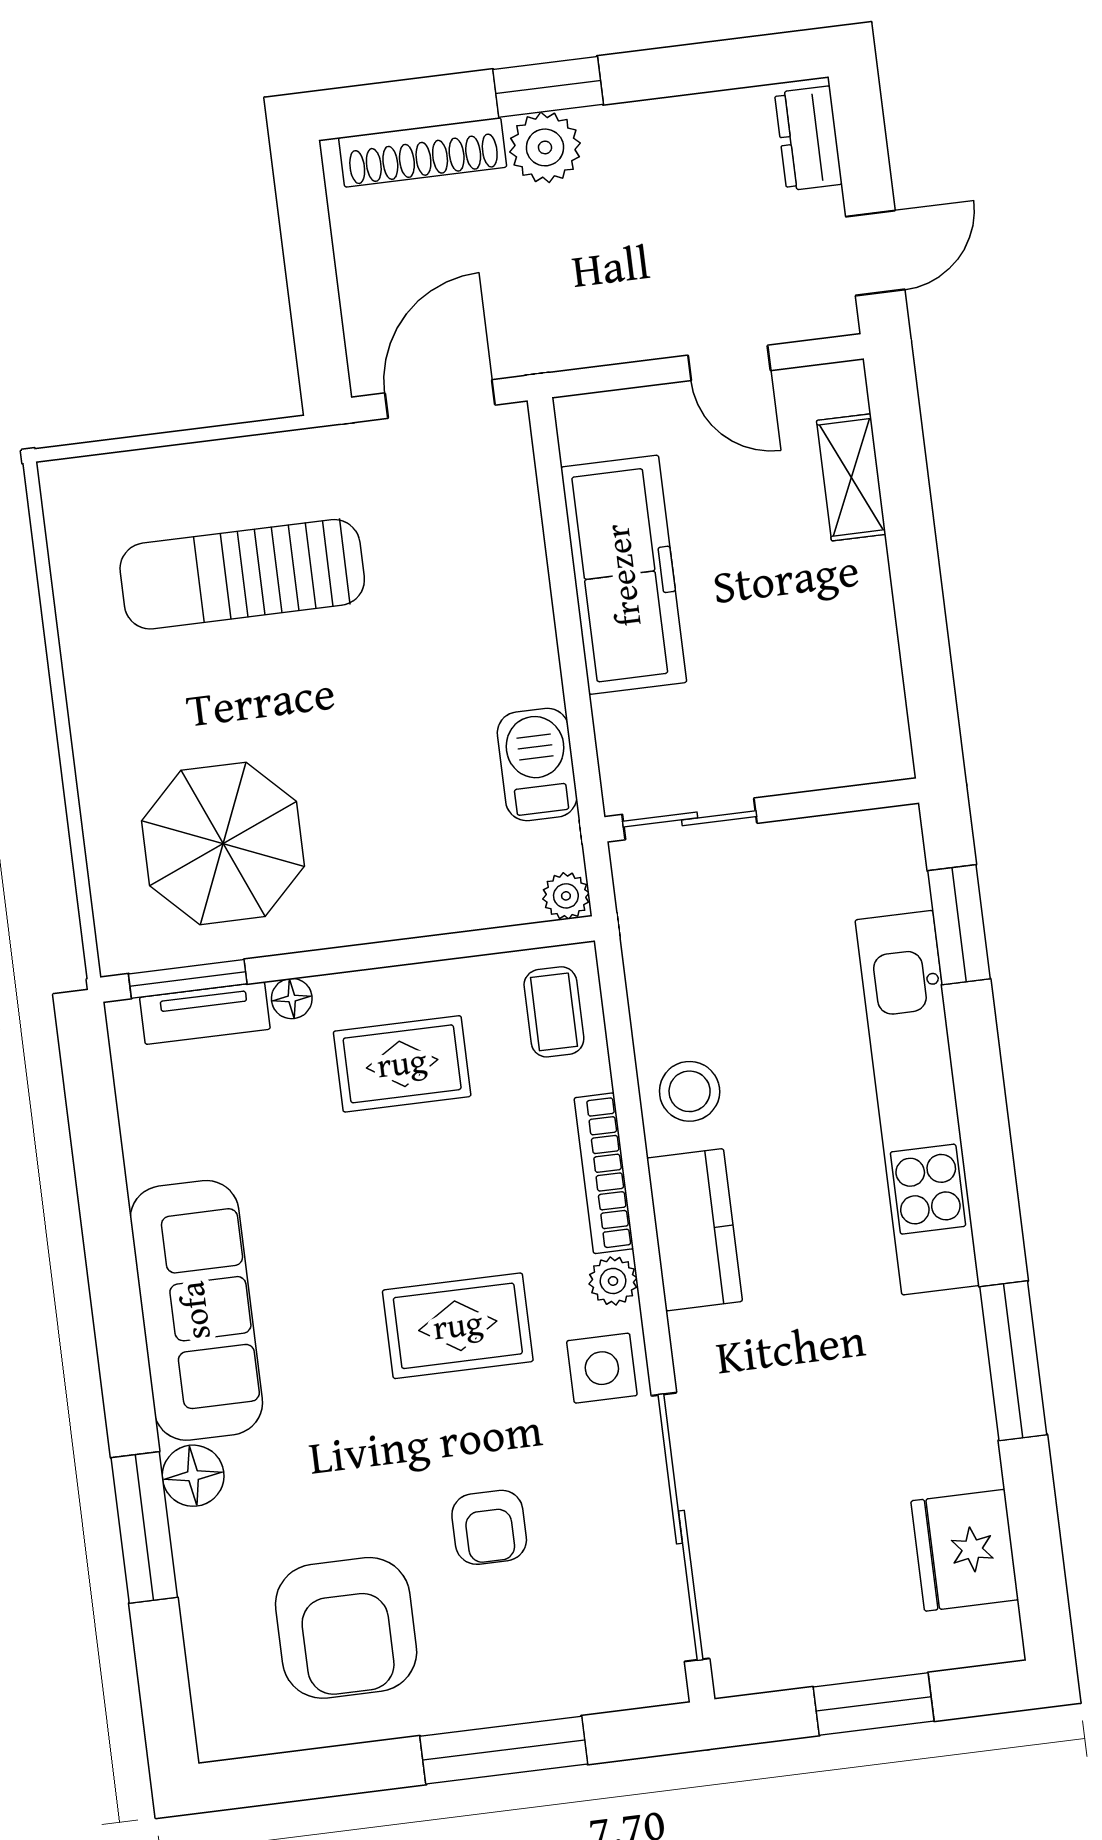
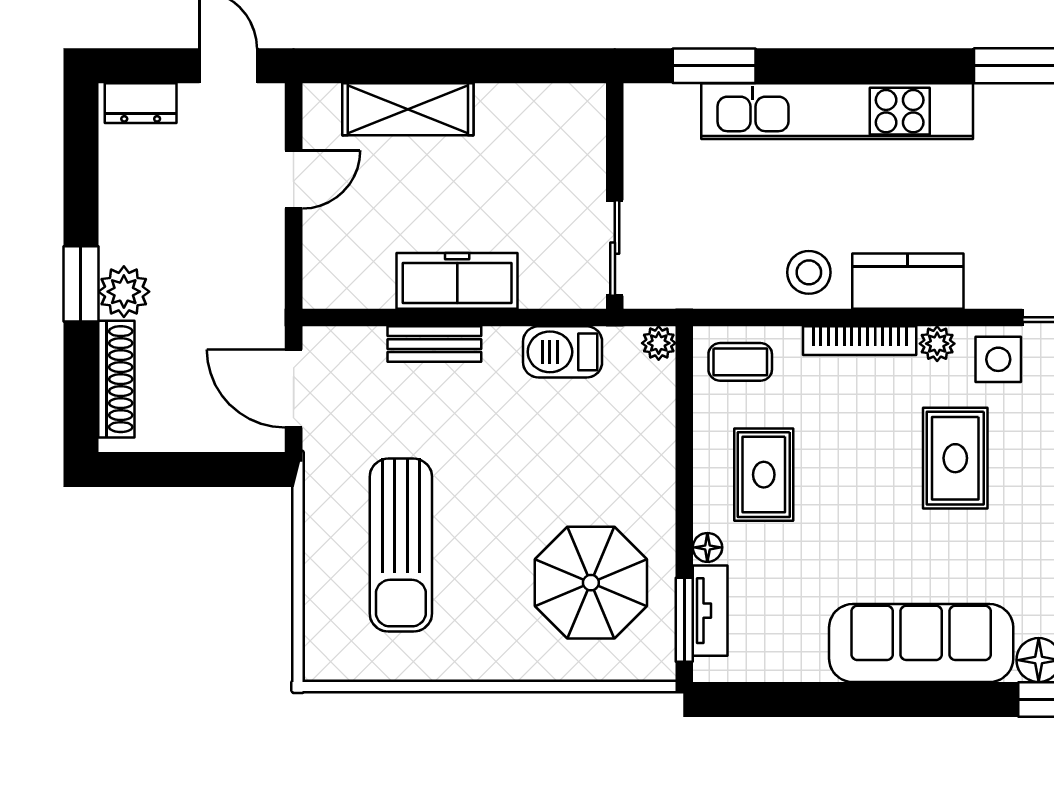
shelving: (851, 477) -> (408, 109), width x1.50, depth x1.33
freezer: (624, 575) -> (457, 281), width x0.73, depth x0.79
bench: (526, 586) -> (434, 344), added

